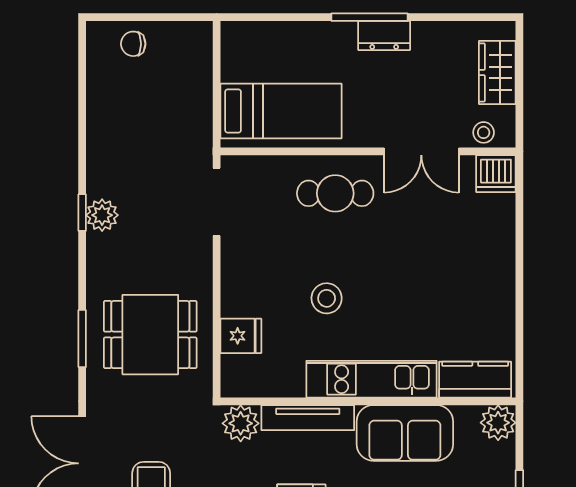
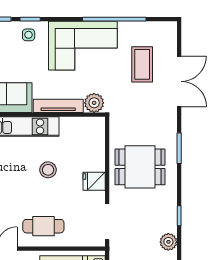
plant: (102, 215) -> (168, 242), moved
dining table: (150, 335) -> (140, 167), moved
fridge: (241, 336) -> (94, 181), moved

